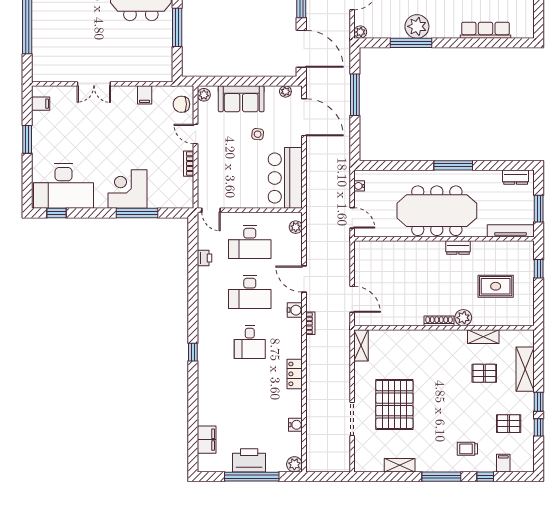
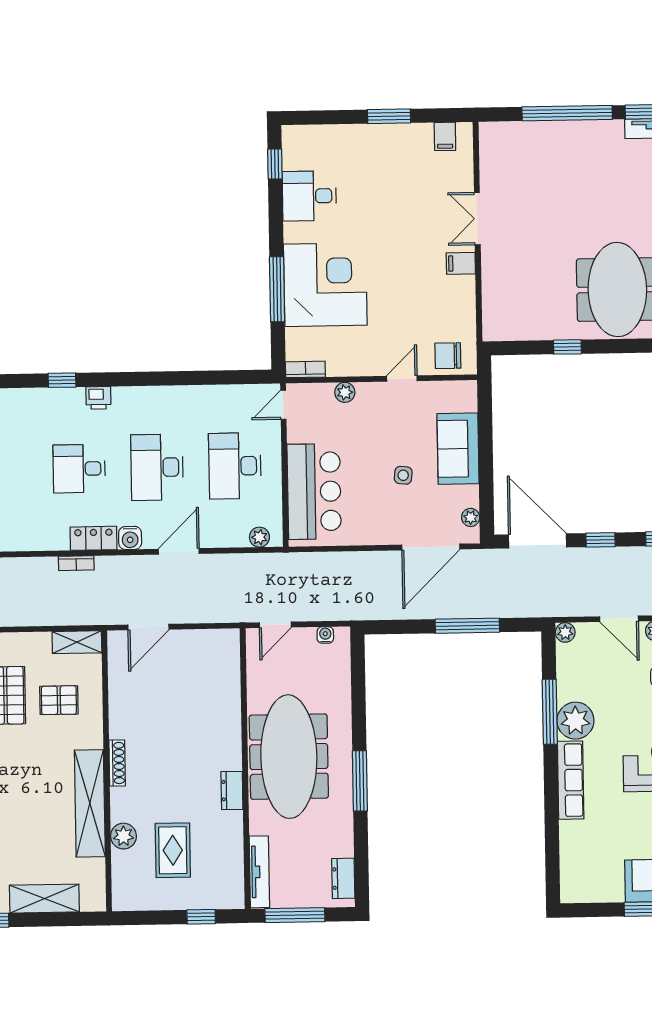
window: (177, 27) -> (567, 347), width x0.46
row of seats: (486, 30) -> (571, 780), moved
door: (301, 49) -> (537, 541), swing flipped
filing cabinet: (145, 95) -> (461, 263), moved
plant: (204, 95) -> (345, 392), moved
chair: (181, 104) -> (448, 356), turned -90
bookcase: (189, 164) -> (305, 369), moved
bar counter: (285, 178) -> (314, 491), moved, turned 90
desk: (64, 186) -> (309, 196), width x0.53, depth x0.77
corner desk: (127, 189) -> (325, 285), width x1.36, depth x1.36
window: (539, 209) -> (295, 915), width x1.44
printer: (205, 258) -> (98, 398), moved
plant: (463, 318) -> (123, 836), moved
bookcase: (310, 323) -> (76, 563), moved
shelving: (483, 337) -> (90, 803), width x2.20, depth x1.33
pallet: (484, 373) -> (59, 700), moved, turned 90
locker: (295, 374) -> (93, 538), moved

